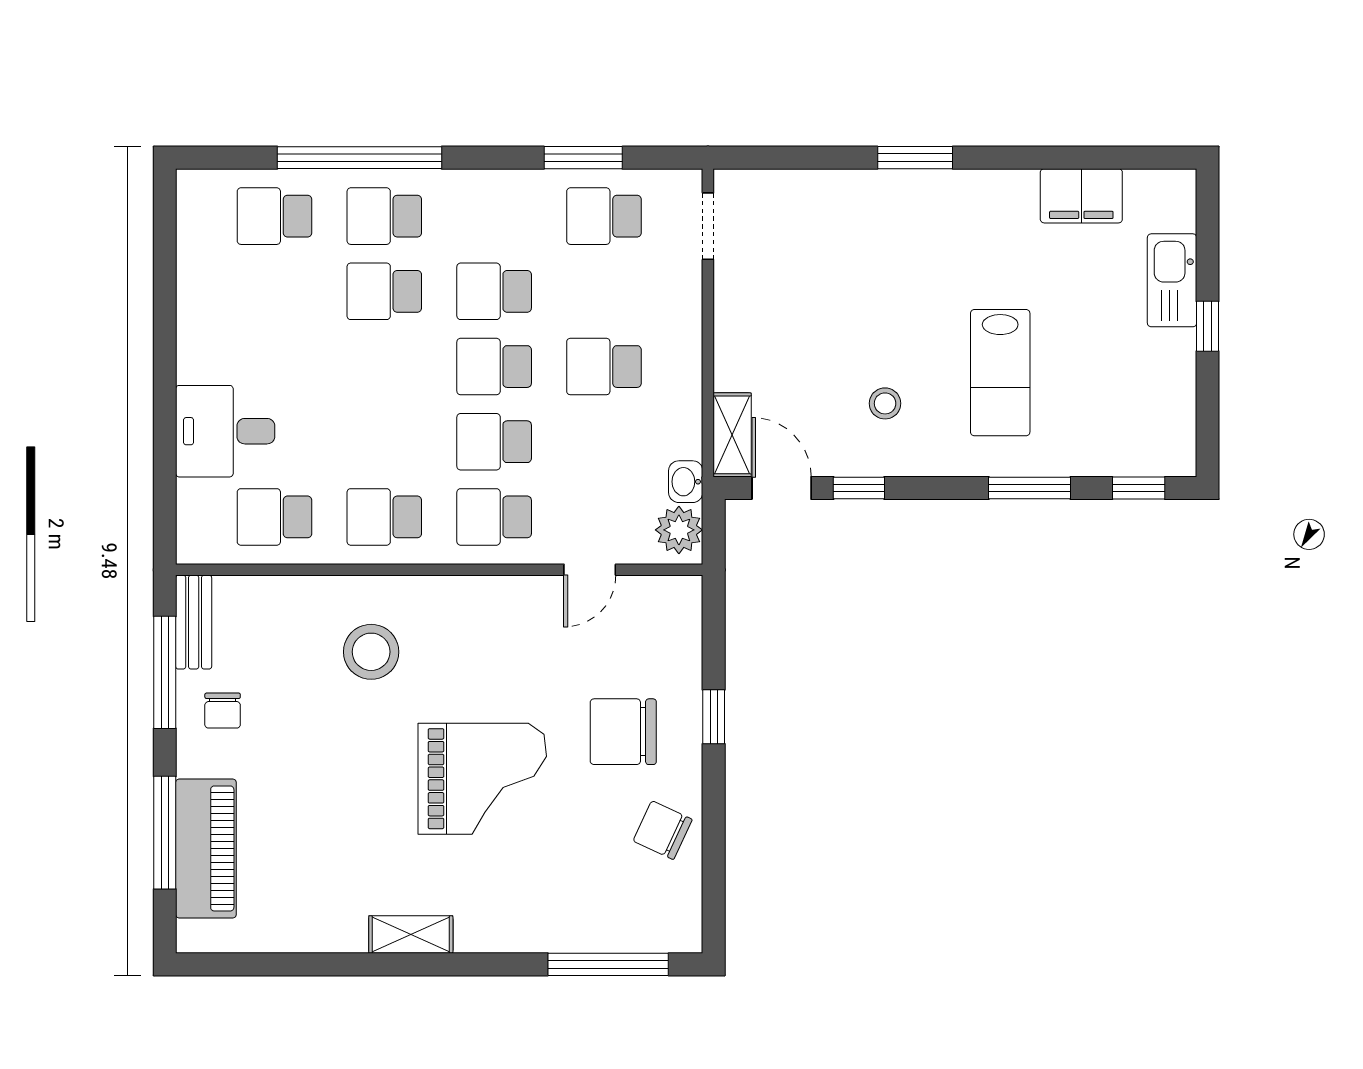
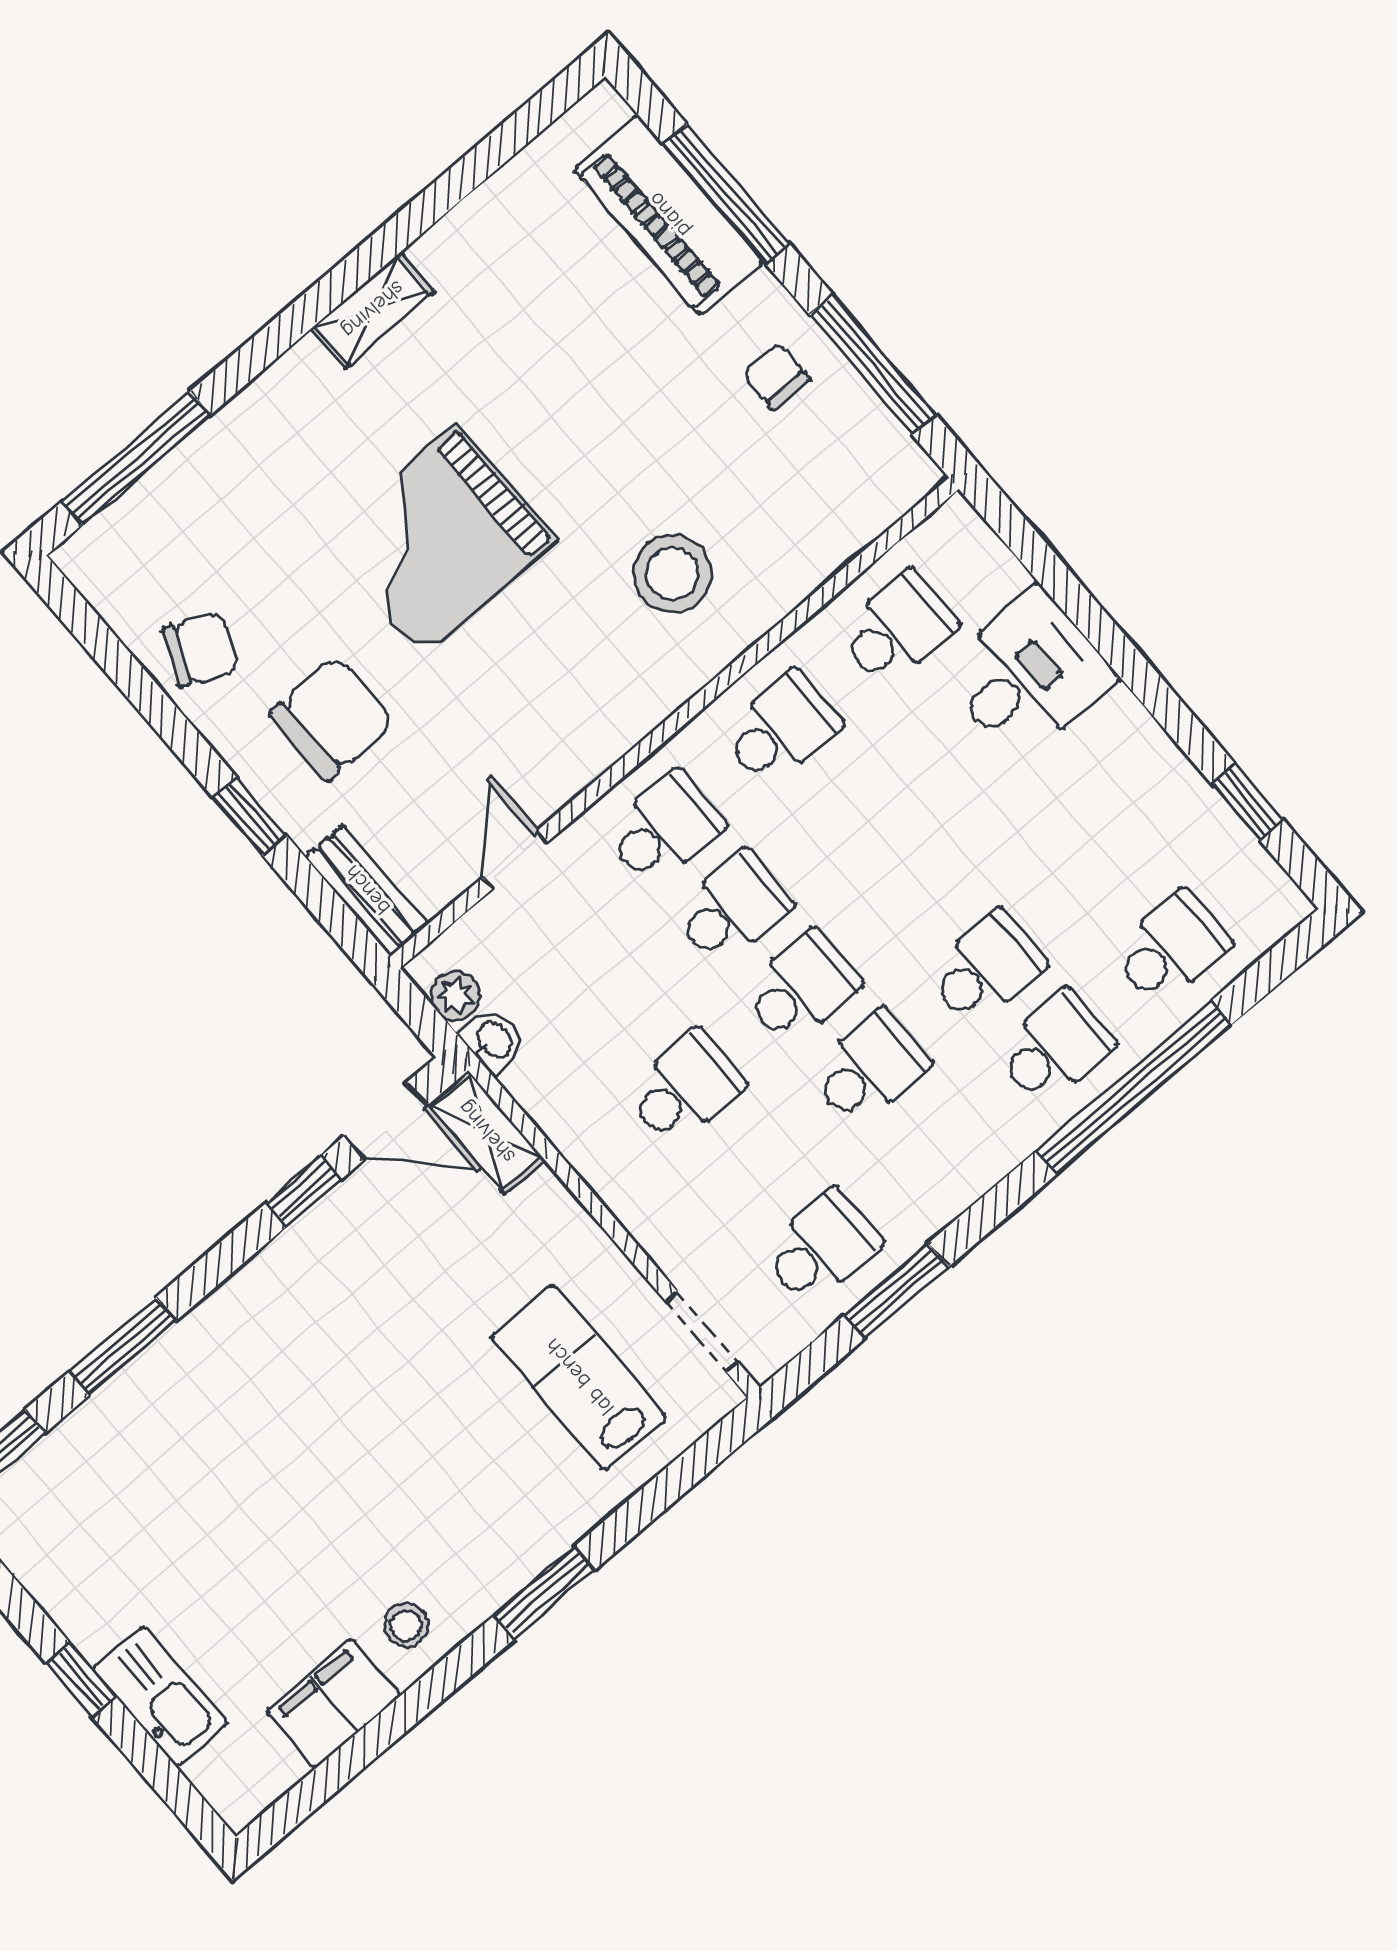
window: (165, 260) -> (1248, 802), added
lab bench: (1000, 373) -> (579, 1377), moved
stool: (885, 403) -> (406, 1625), moved
plant: (679, 530) -> (455, 996), width x0.73, depth x0.73
bench: (194, 622) -> (367, 890), moved

